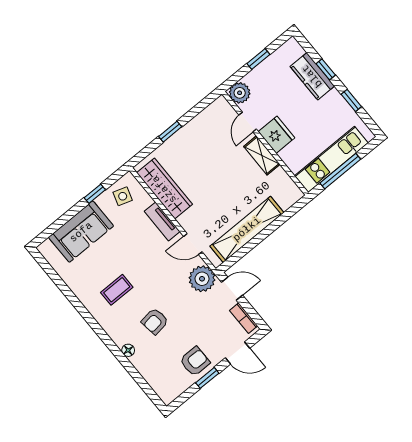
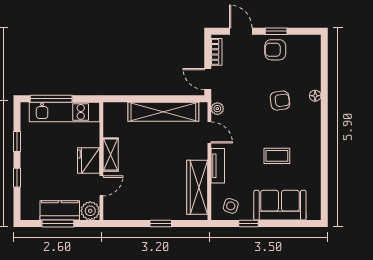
window: (258, 59) -> (58, 224), width x1.50
kitchen counter: (312, 76) -> (60, 210), moved, turned -90
window: (340, 171) -> (51, 99), moved
plant: (202, 279) -> (217, 109), width x0.53, depth x0.53
coffee table: (117, 290) -> (277, 156), moved

